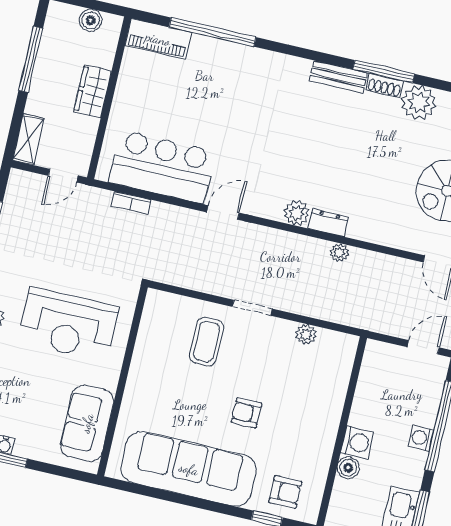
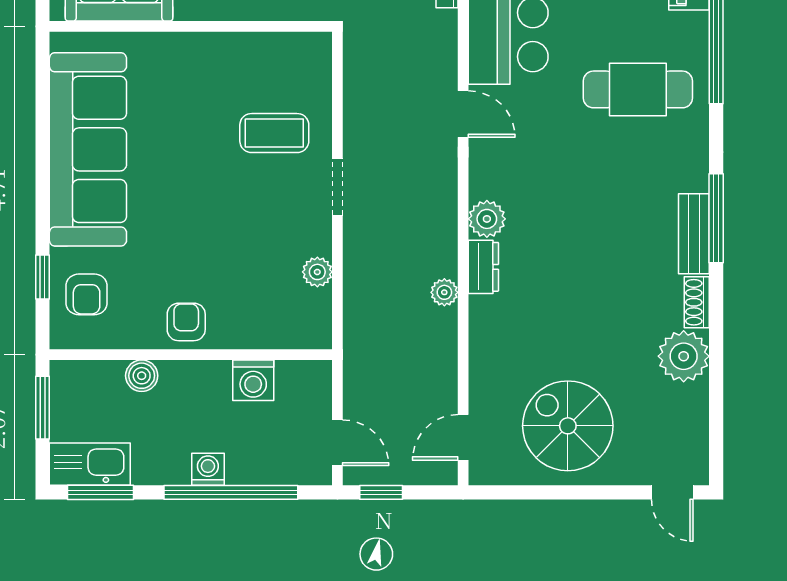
window: (384, 72) -> (716, 218), moved
cafe table: (233, 92) -> (638, 89), added
armchair: (246, 413) -> (186, 322), moved
washing machine: (357, 442) -> (253, 380), moved

